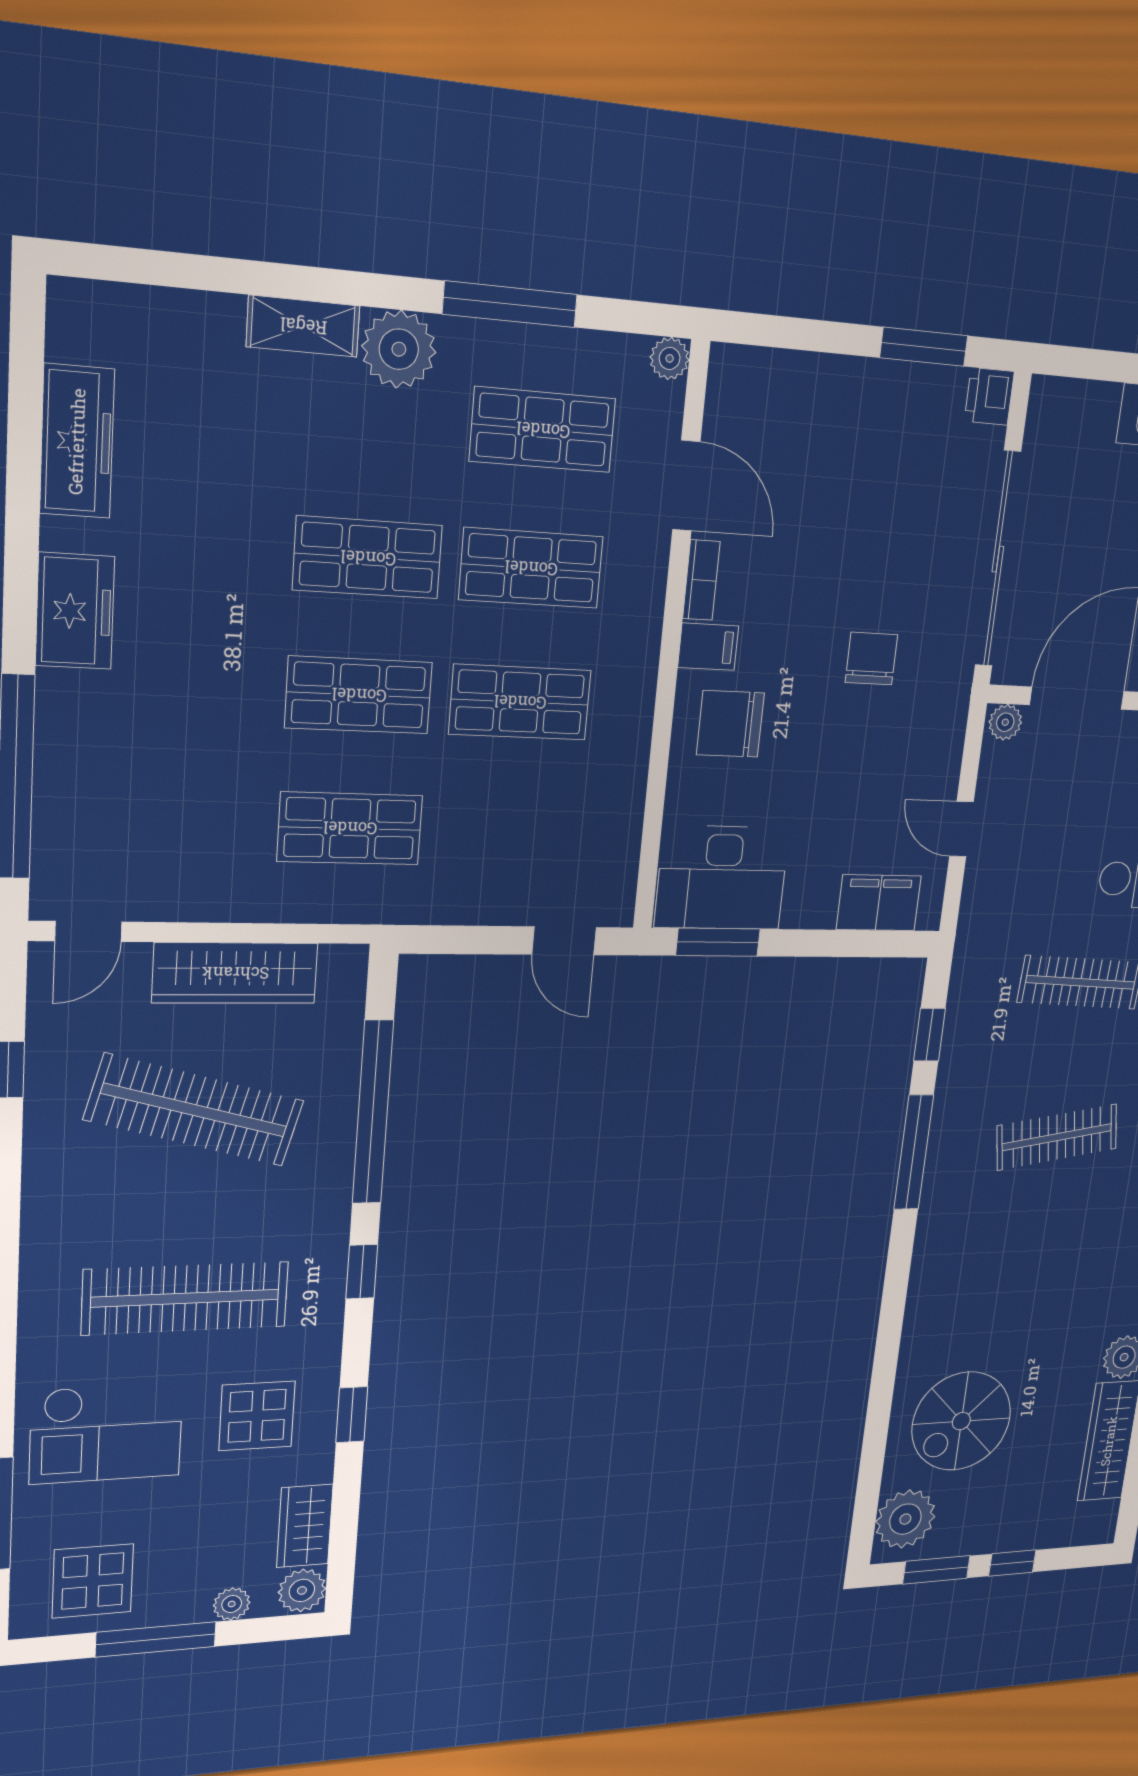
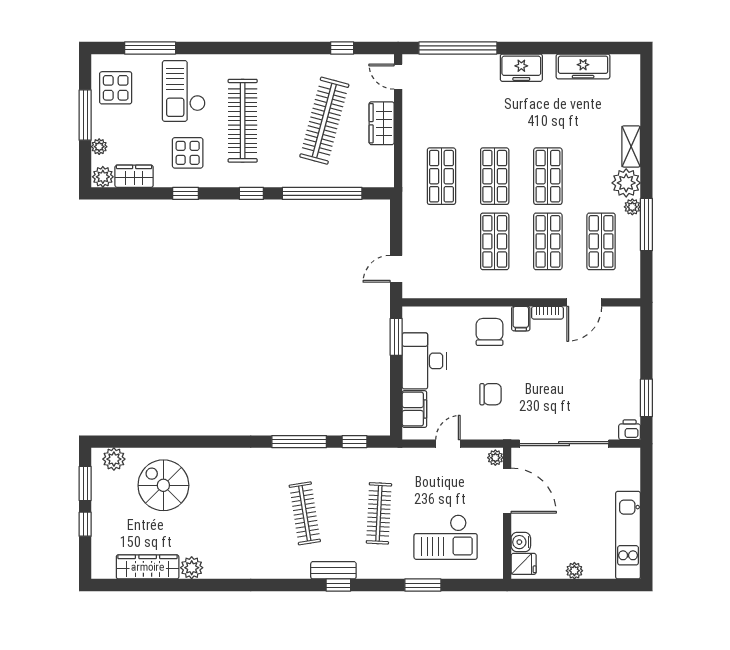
plant: (670, 358) -> (632, 207), moved
chair: (871, 659) -> (491, 394), moved
desk: (722, 878) -> (424, 361), moved
wardrobe: (235, 973) -> (382, 123), width x0.67
plant: (905, 1519) -> (114, 459), width x0.73, depth x0.73

